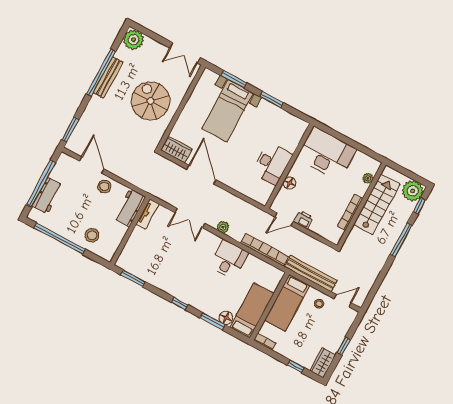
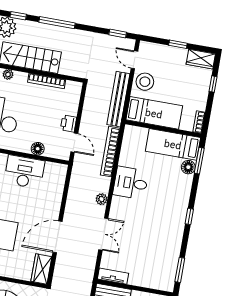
window: (372, 293) -> (118, 34), added
stool: (319, 304) -> (145, 82), width x1.89, depth x1.89
window: (213, 321) -> (199, 161), moved

